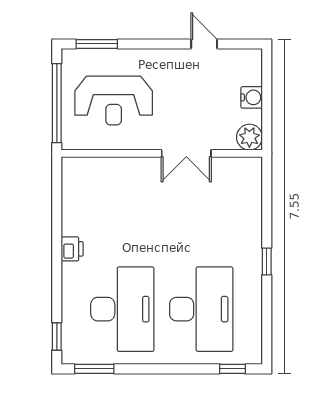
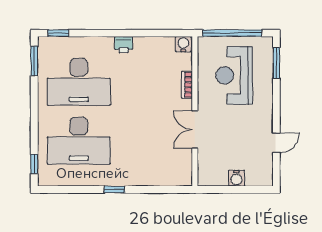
plant: (249, 137) -> (207, 177), removed
bookcase: (126, 164) -> (187, 85), added
water cooler: (72, 169) -> (183, 44), added

